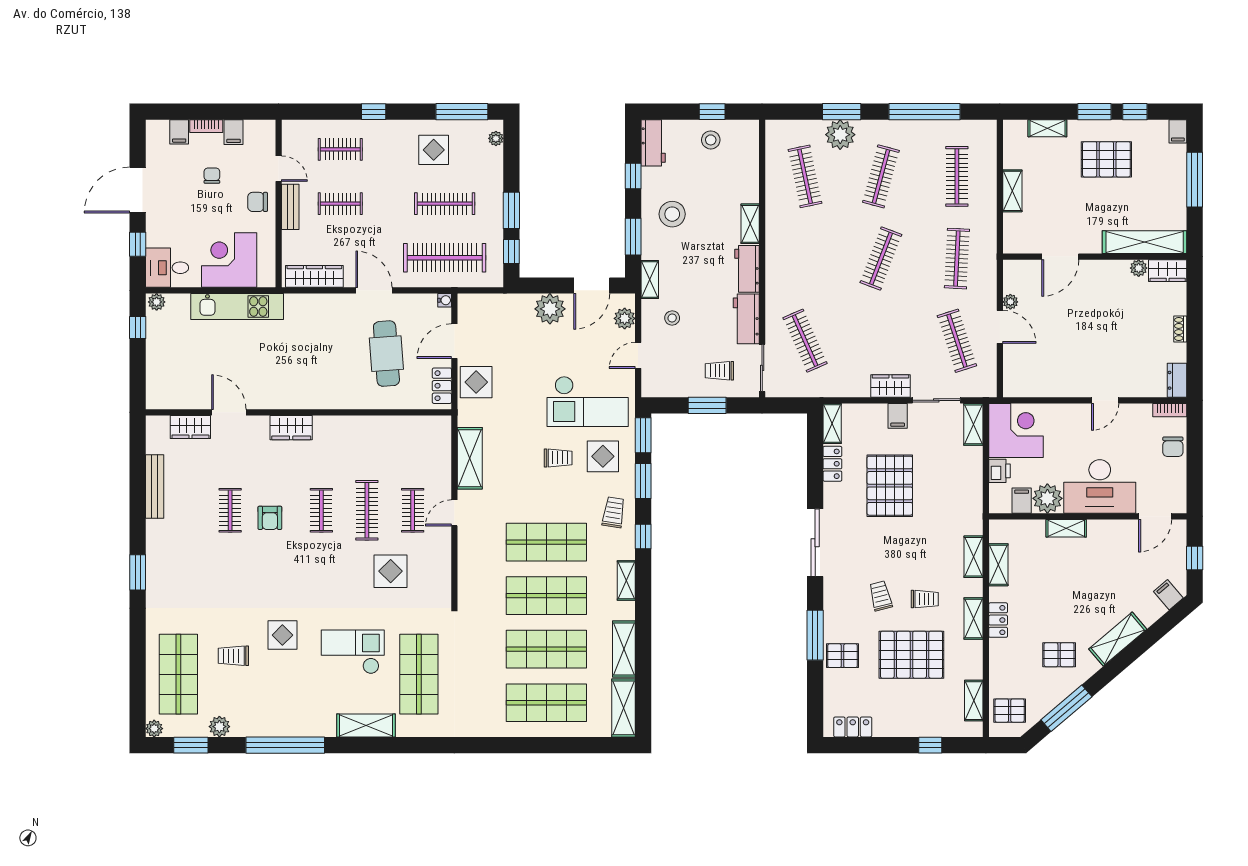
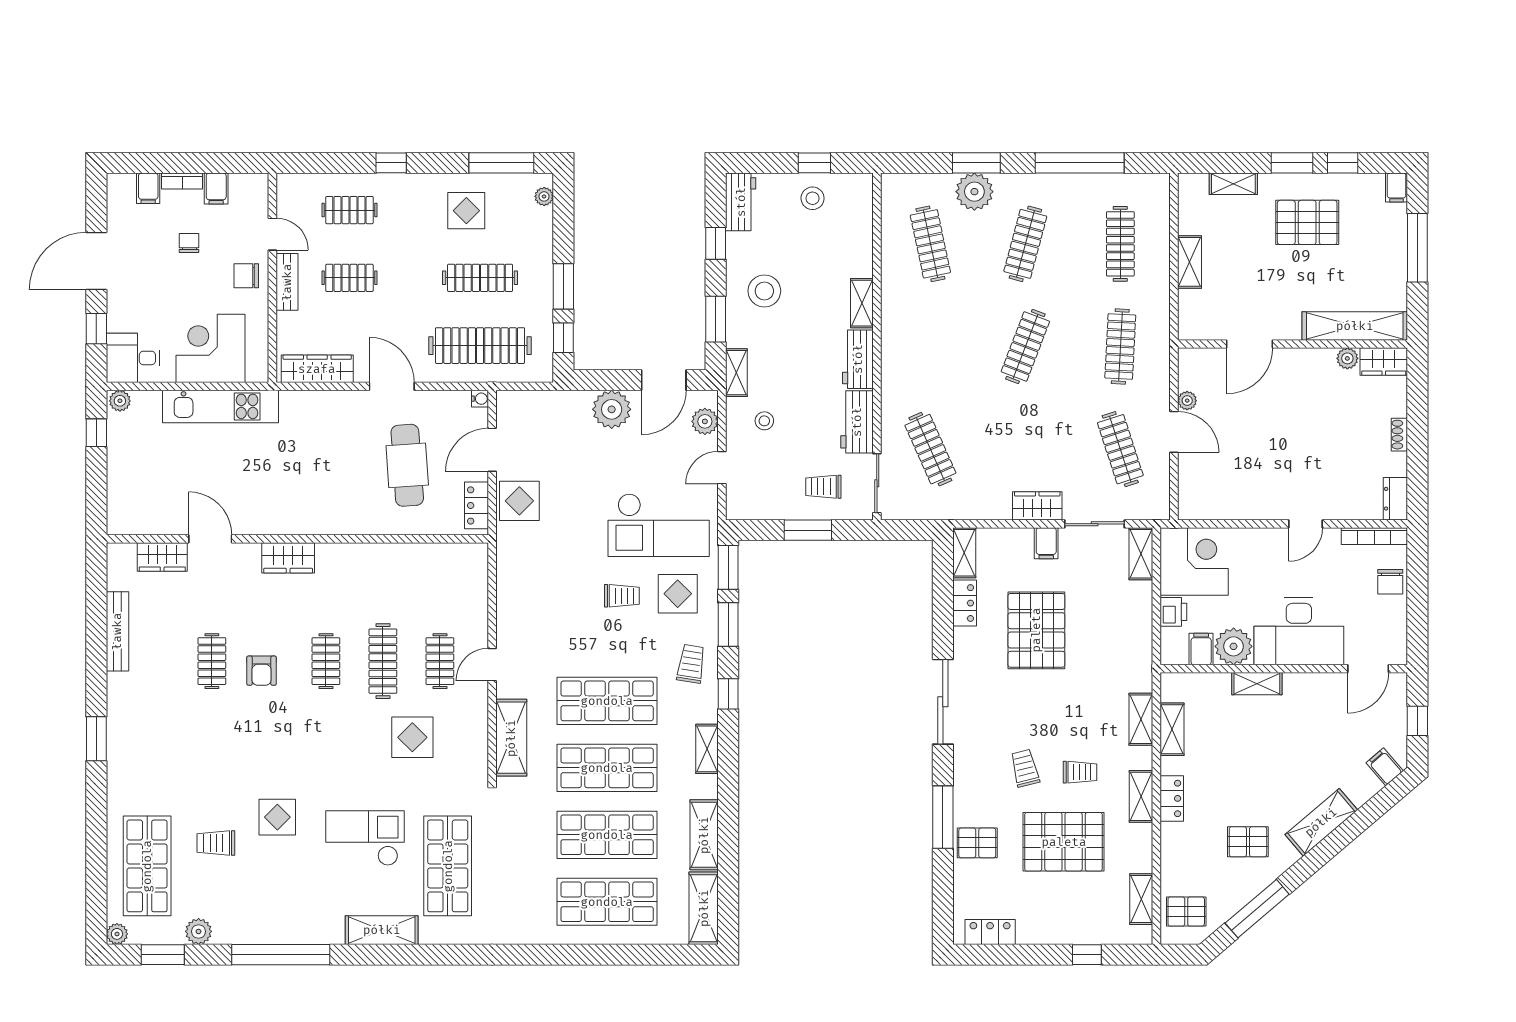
bookcase: (1170, 410) -> (1374, 536), width x1.56
shelving: (470, 458) -> (511, 738), moved

